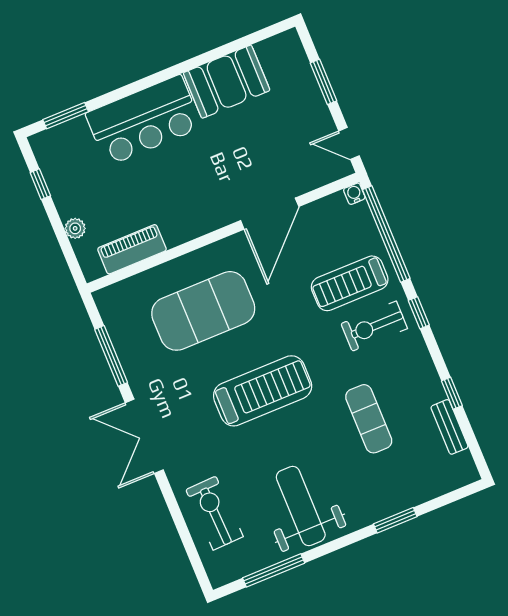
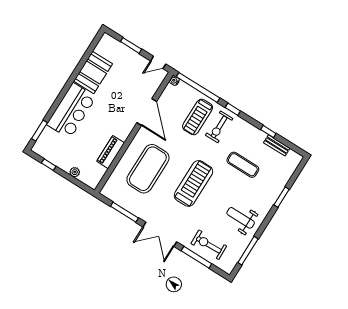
piano: (132, 249) -> (111, 152), moved
weight bench: (301, 506) -> (241, 218), width x0.73, depth x0.75
window: (179, 519) -> (196, 257), added

